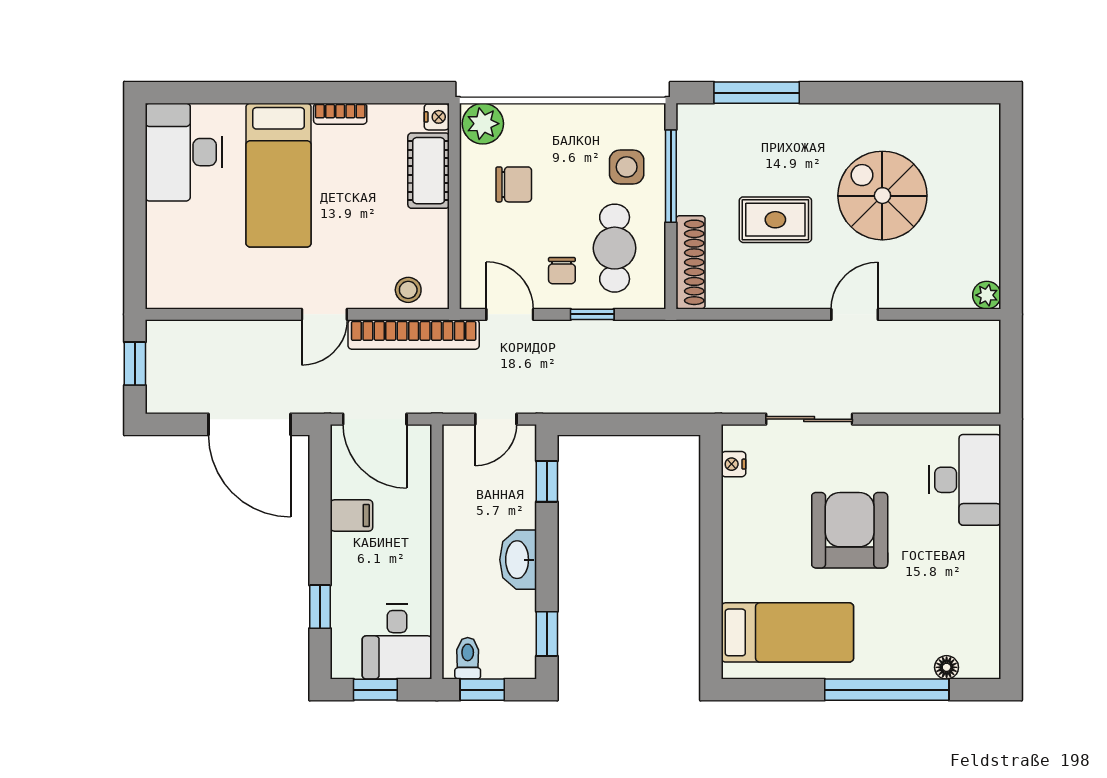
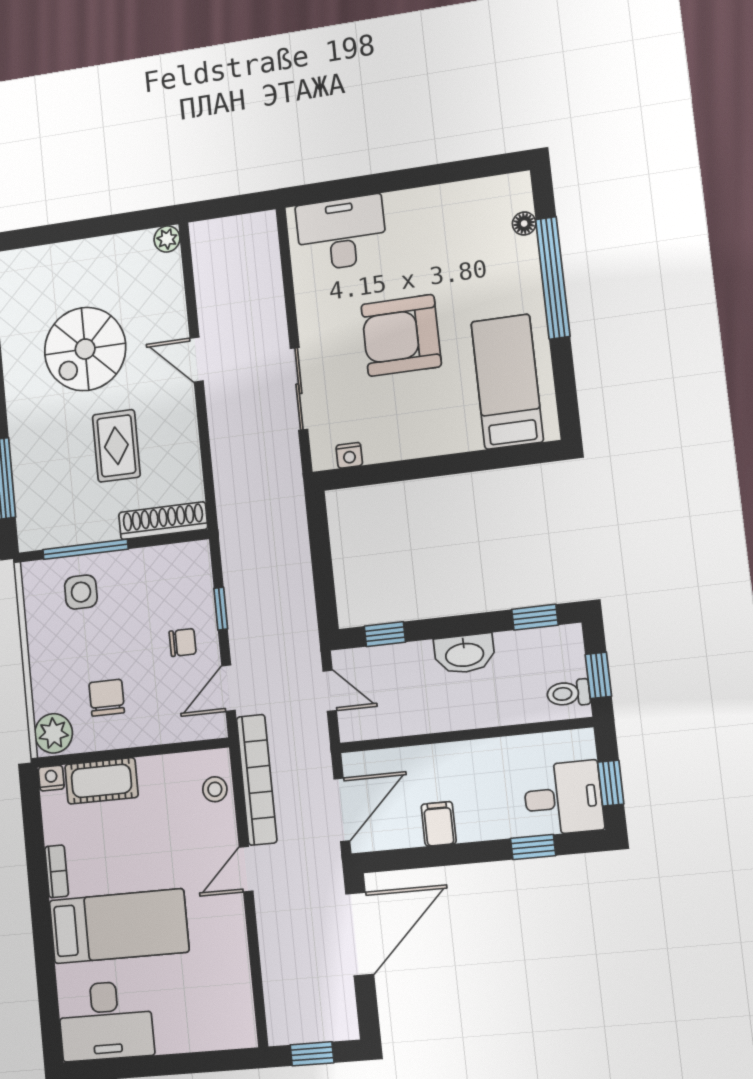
cafe table: (615, 248) -> (157, 595), removed
door: (324, 314) -> (246, 869), swing flipped
desk: (397, 642) -> (563, 798), moved

